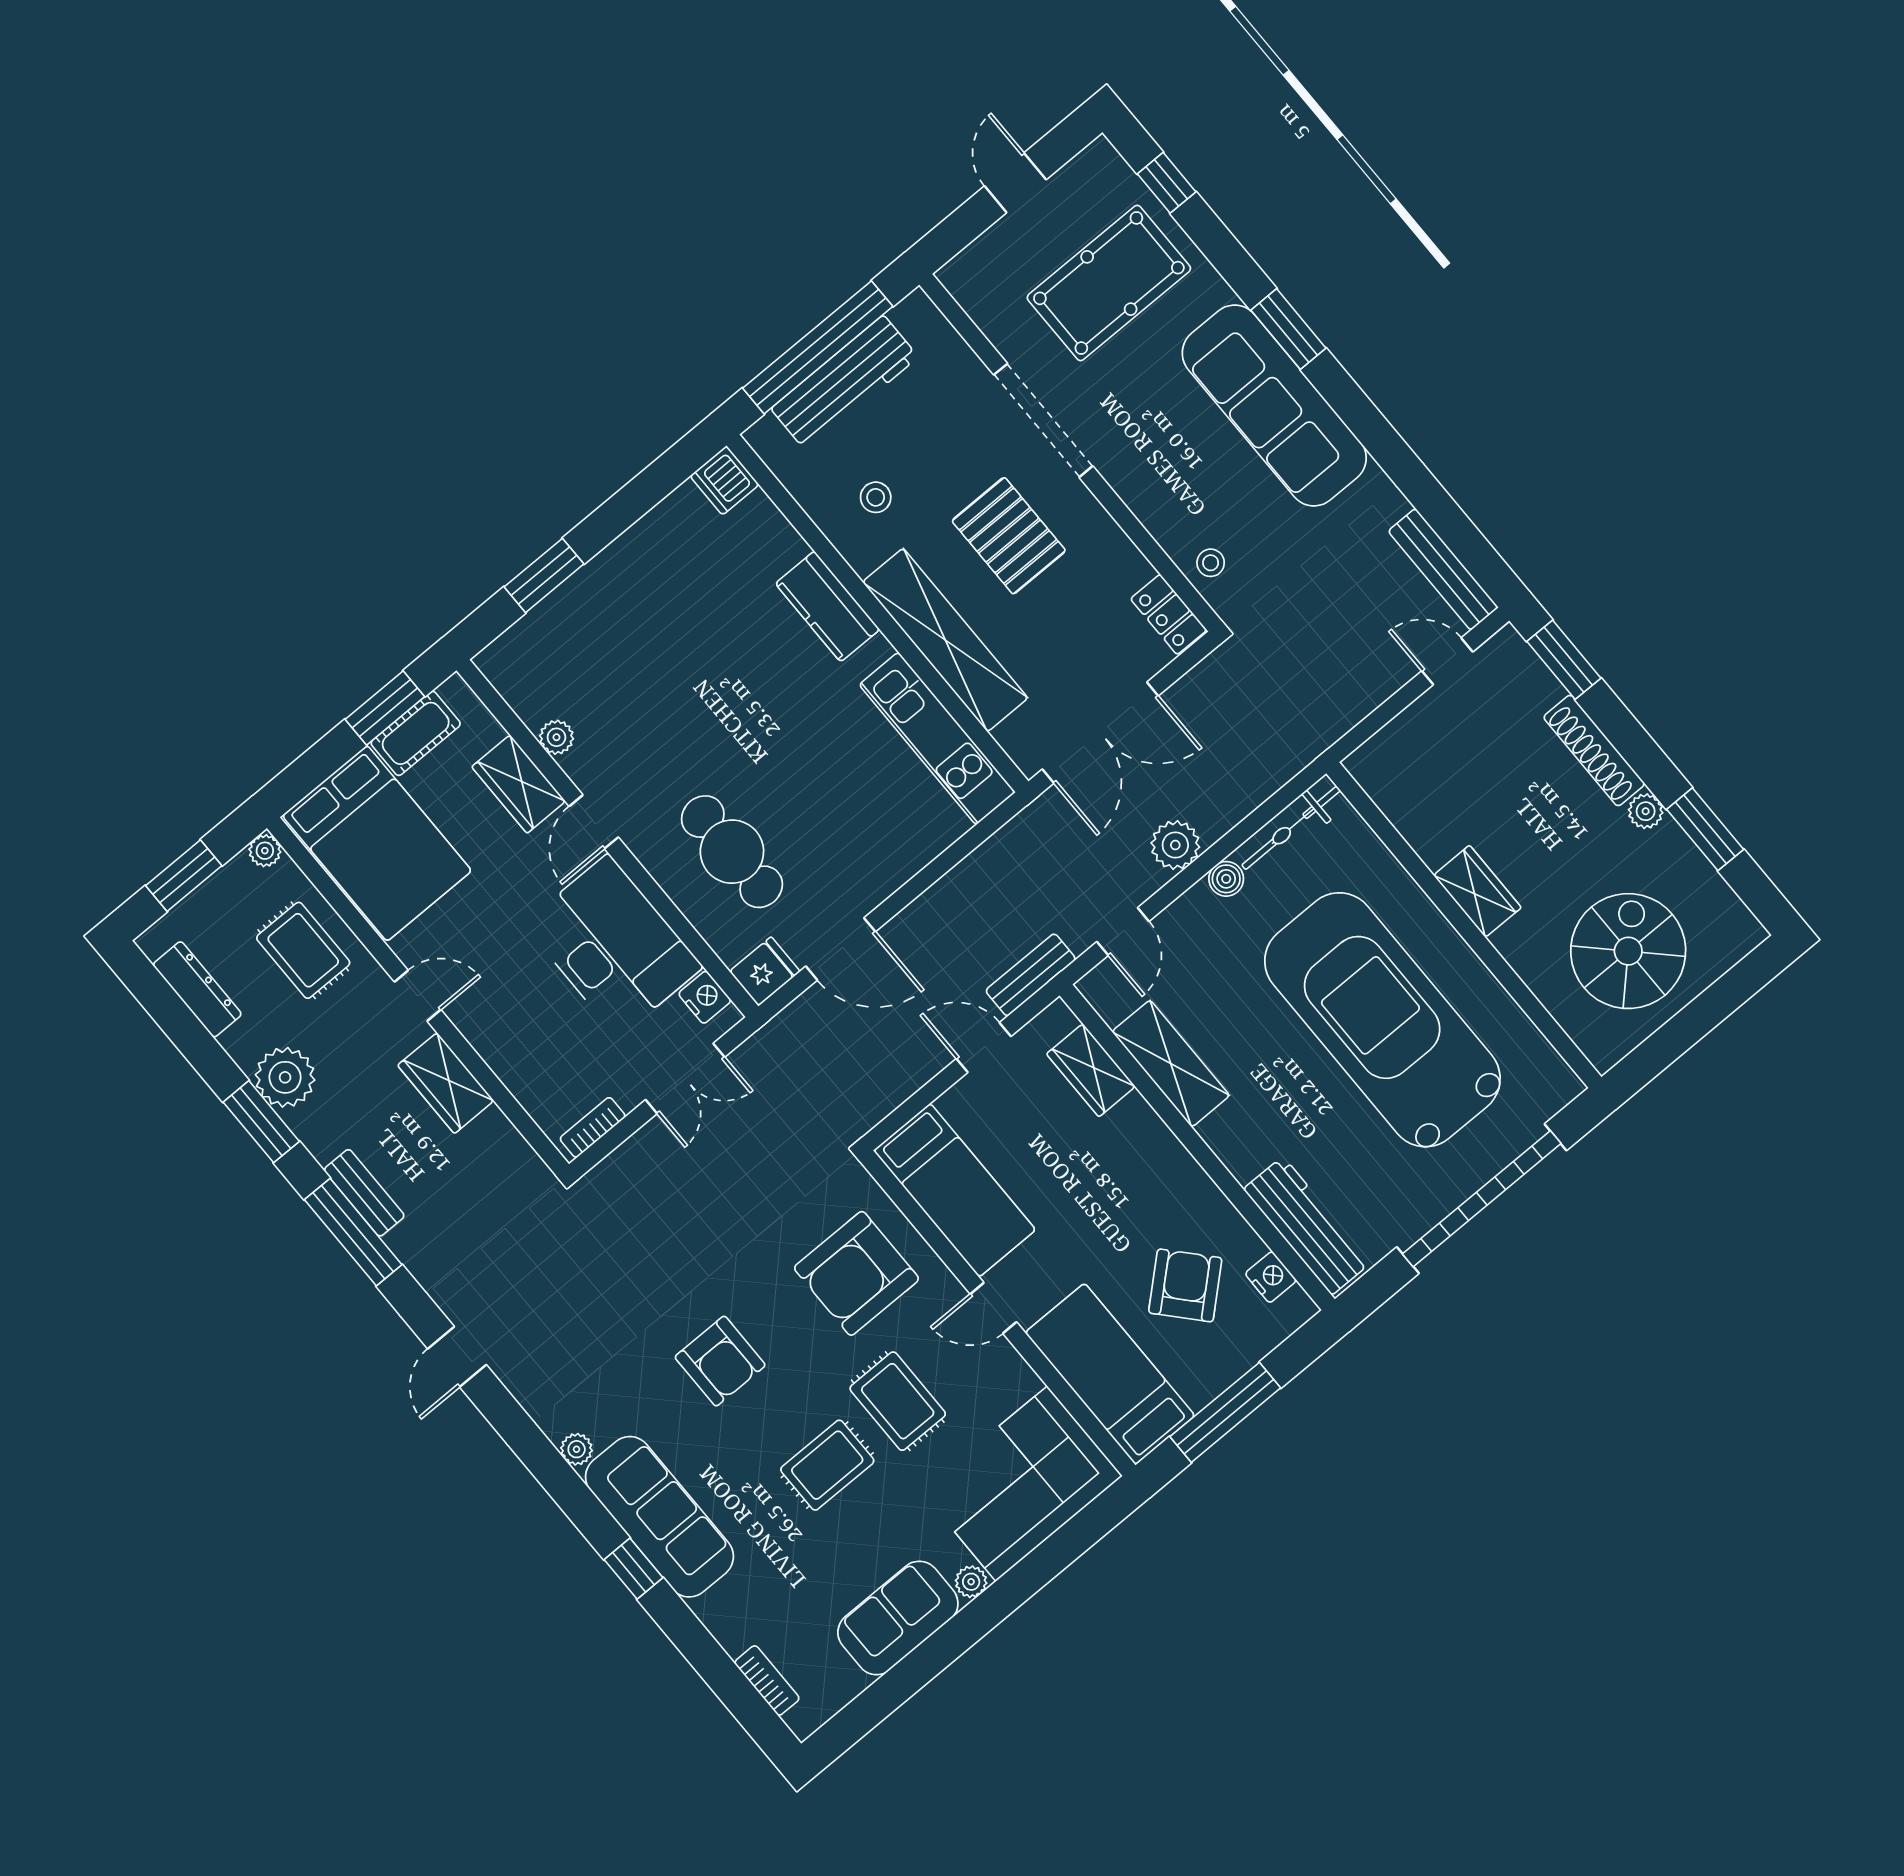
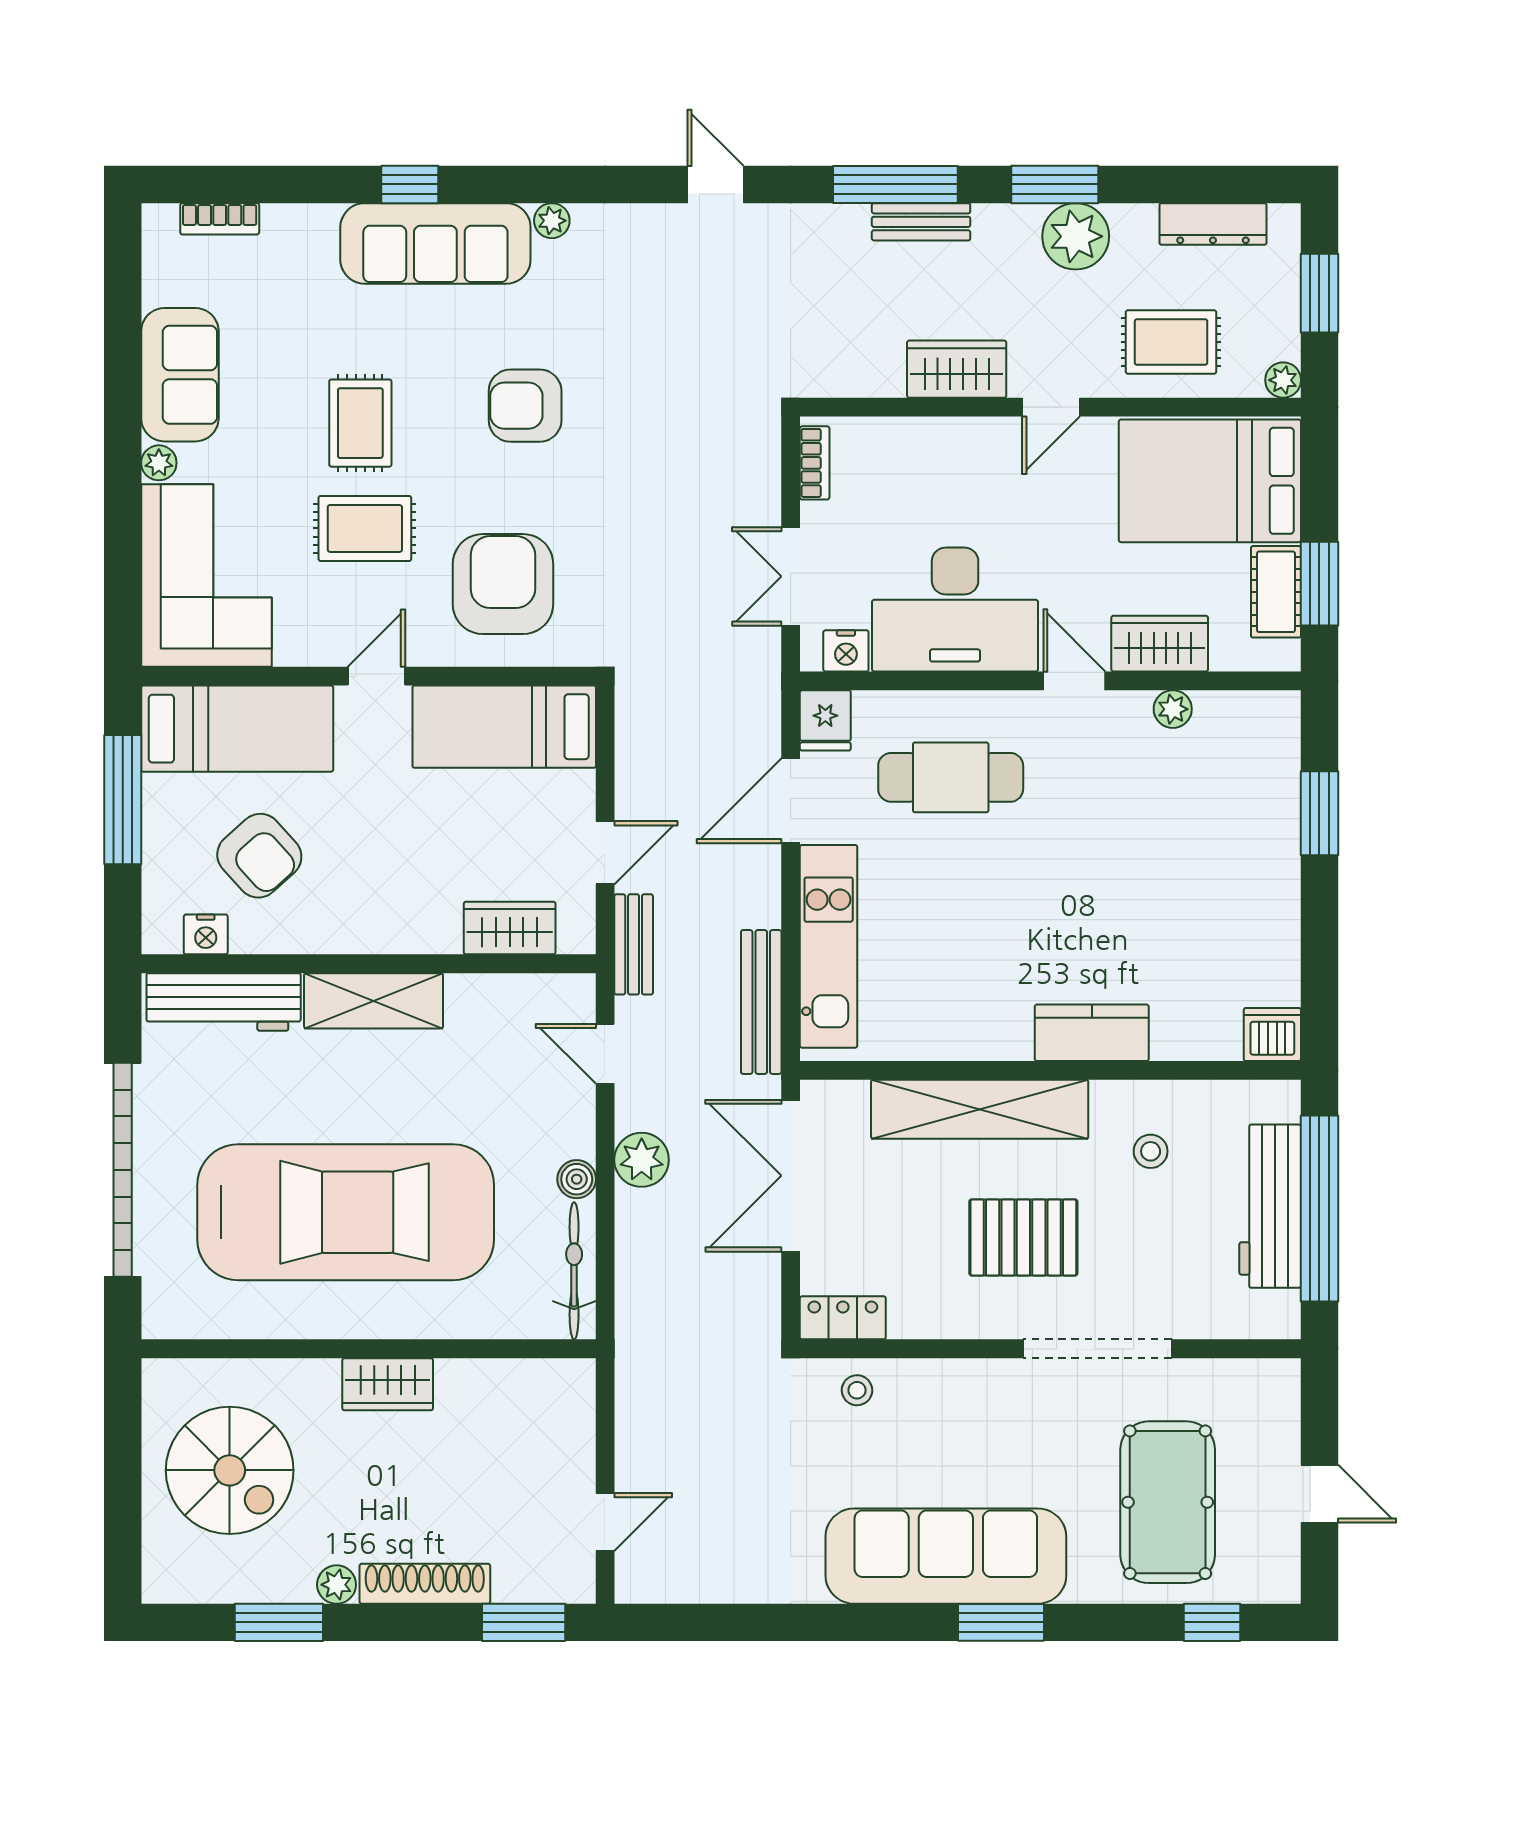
bench: (1443, 569) -> (761, 1002), moved, turned 90
kitchen unit: (937, 738) -> (829, 946), moved, turned 90
shelving: (1171, 1064) -> (374, 1001), moved

